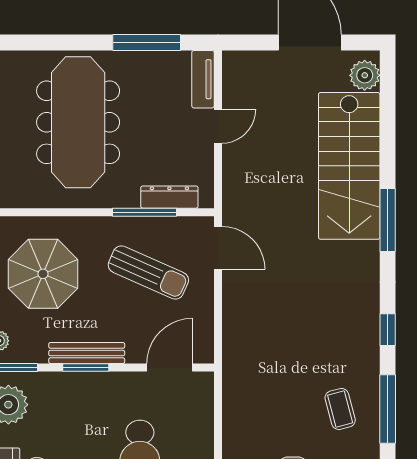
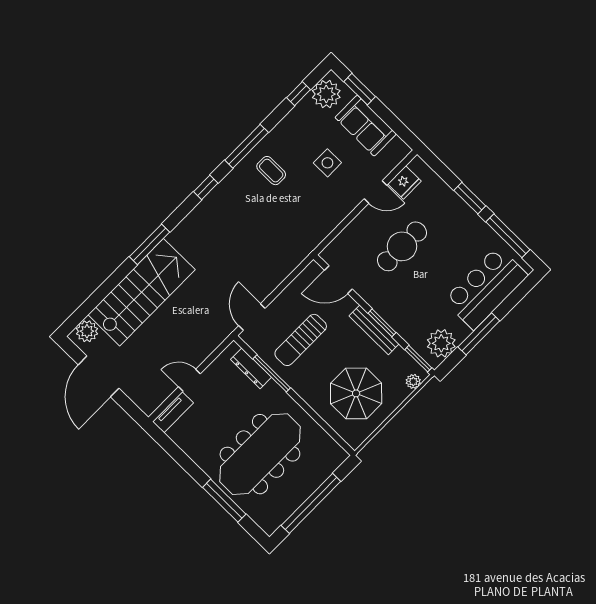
window: (147, 43) -> (224, 501), moved
sun lounger: (148, 273) -> (301, 340), turned -114
coffee table: (340, 409) -> (271, 171), turned -75

